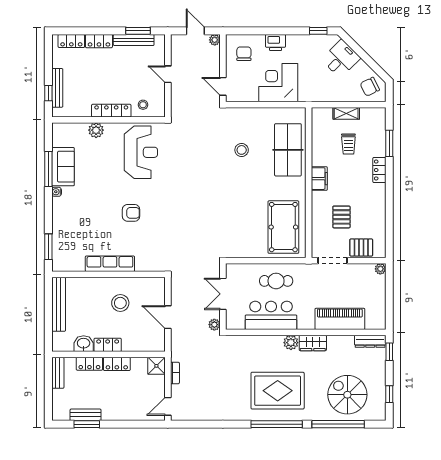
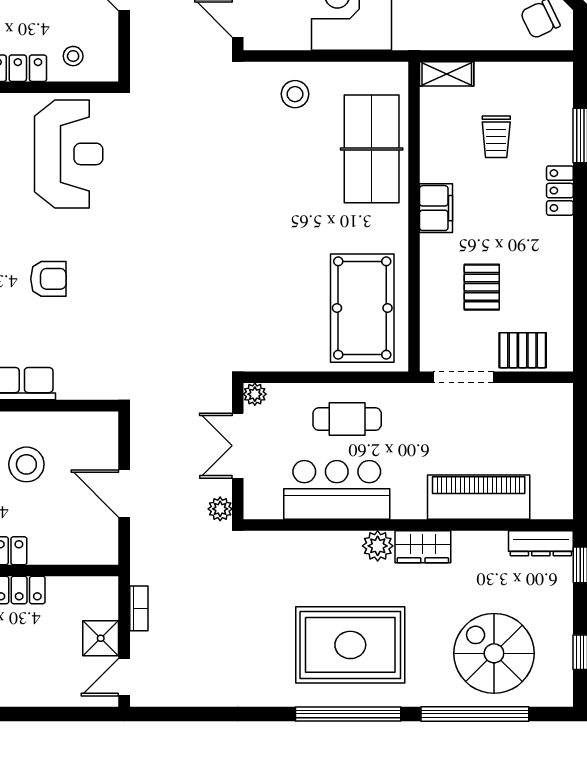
shelving: (346, 113) -> (447, 74), moved
stool: (242, 150) -> (295, 94), moved
plant: (380, 269) -> (255, 394), moved
shower: (156, 366) -> (101, 638), moved

